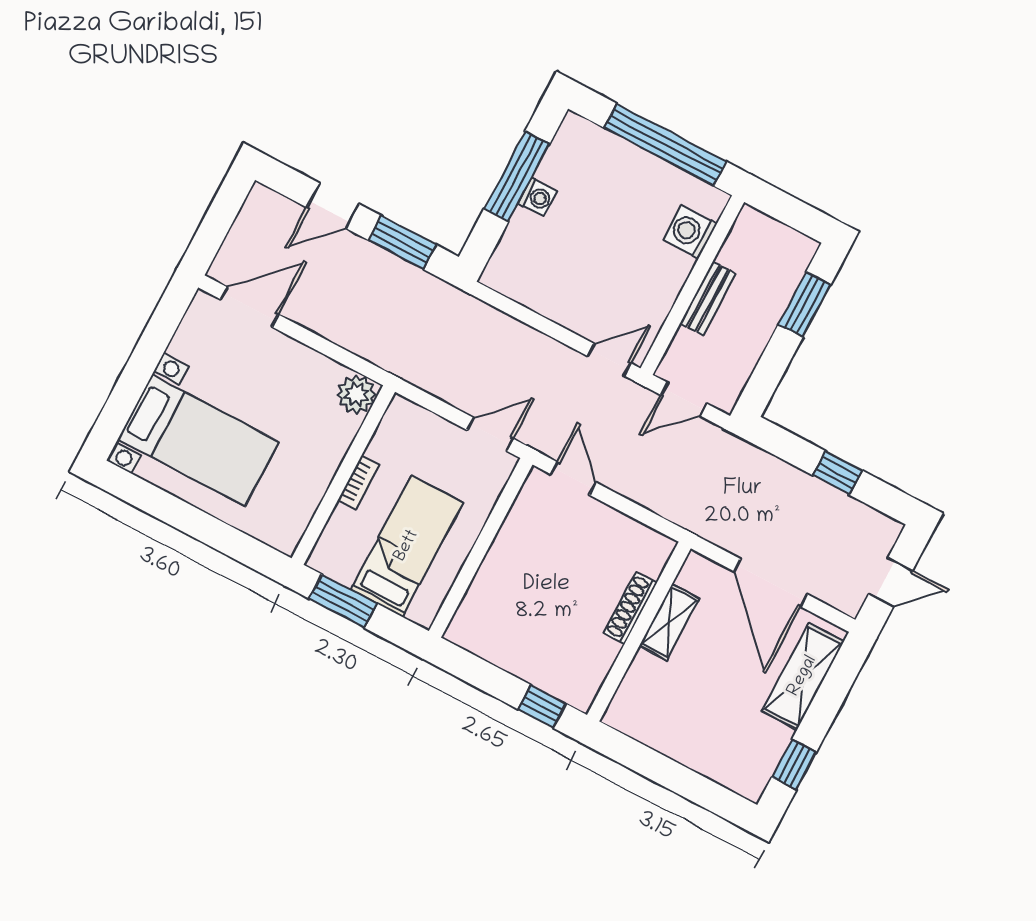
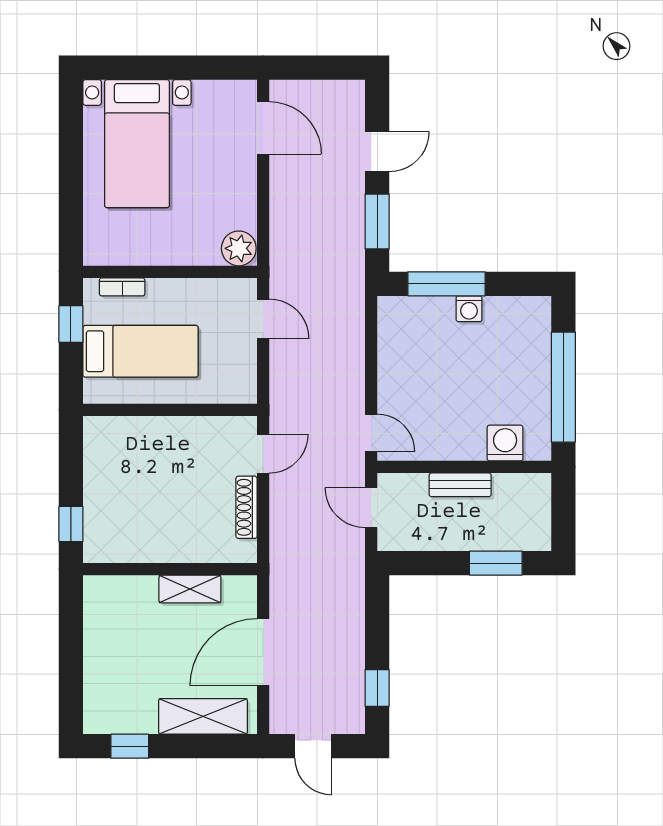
window: (517, 176) -> (446, 284), moved
door: (333, 206) -> (377, 152), swing flipped
door: (490, 434) -> (263, 319), moved
window: (837, 473) -> (377, 688), moved
bookcase: (359, 483) -> (122, 287), moved
window: (343, 601) -> (71, 324), width x0.67
shoe rack: (630, 608) -> (246, 507), moved, turned -90

